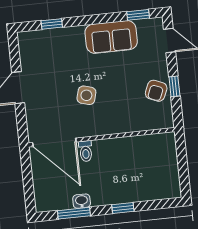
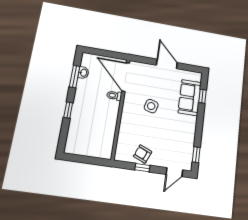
sofa: (111, 37) -> (190, 98), moved
door: (54, 142) -> (126, 77), hinge flipped
washbasin: (82, 201) -> (83, 73), moved

